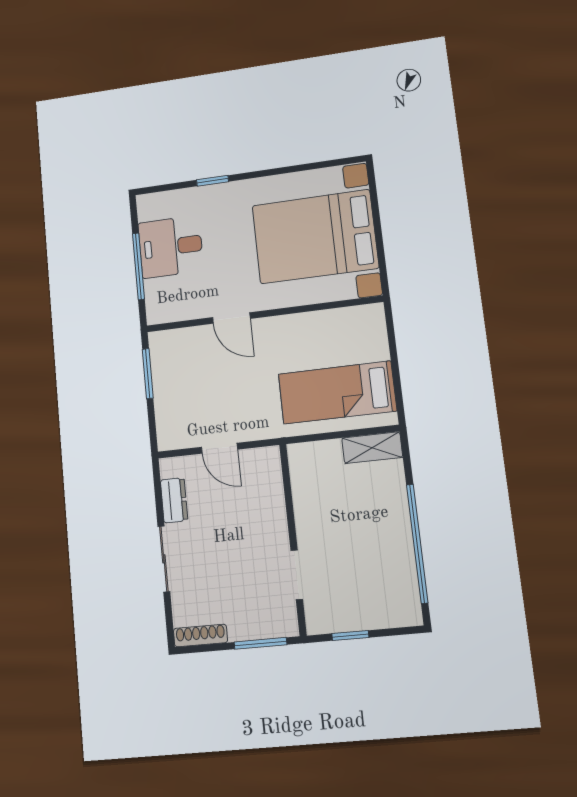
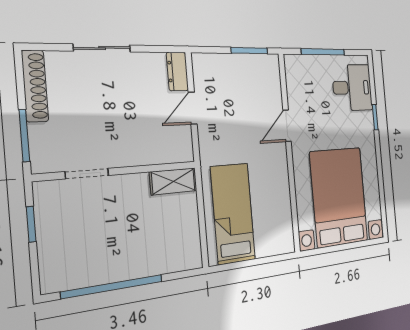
desk: (171, 247) -> (352, 88), moved, turned 90
shelving: (372, 448) -> (173, 181), moved, turned 90
dresser: (174, 500) -> (177, 72), moved, turned 90
shoe rack: (200, 635) -> (35, 86), width x1.36, depth x1.24

